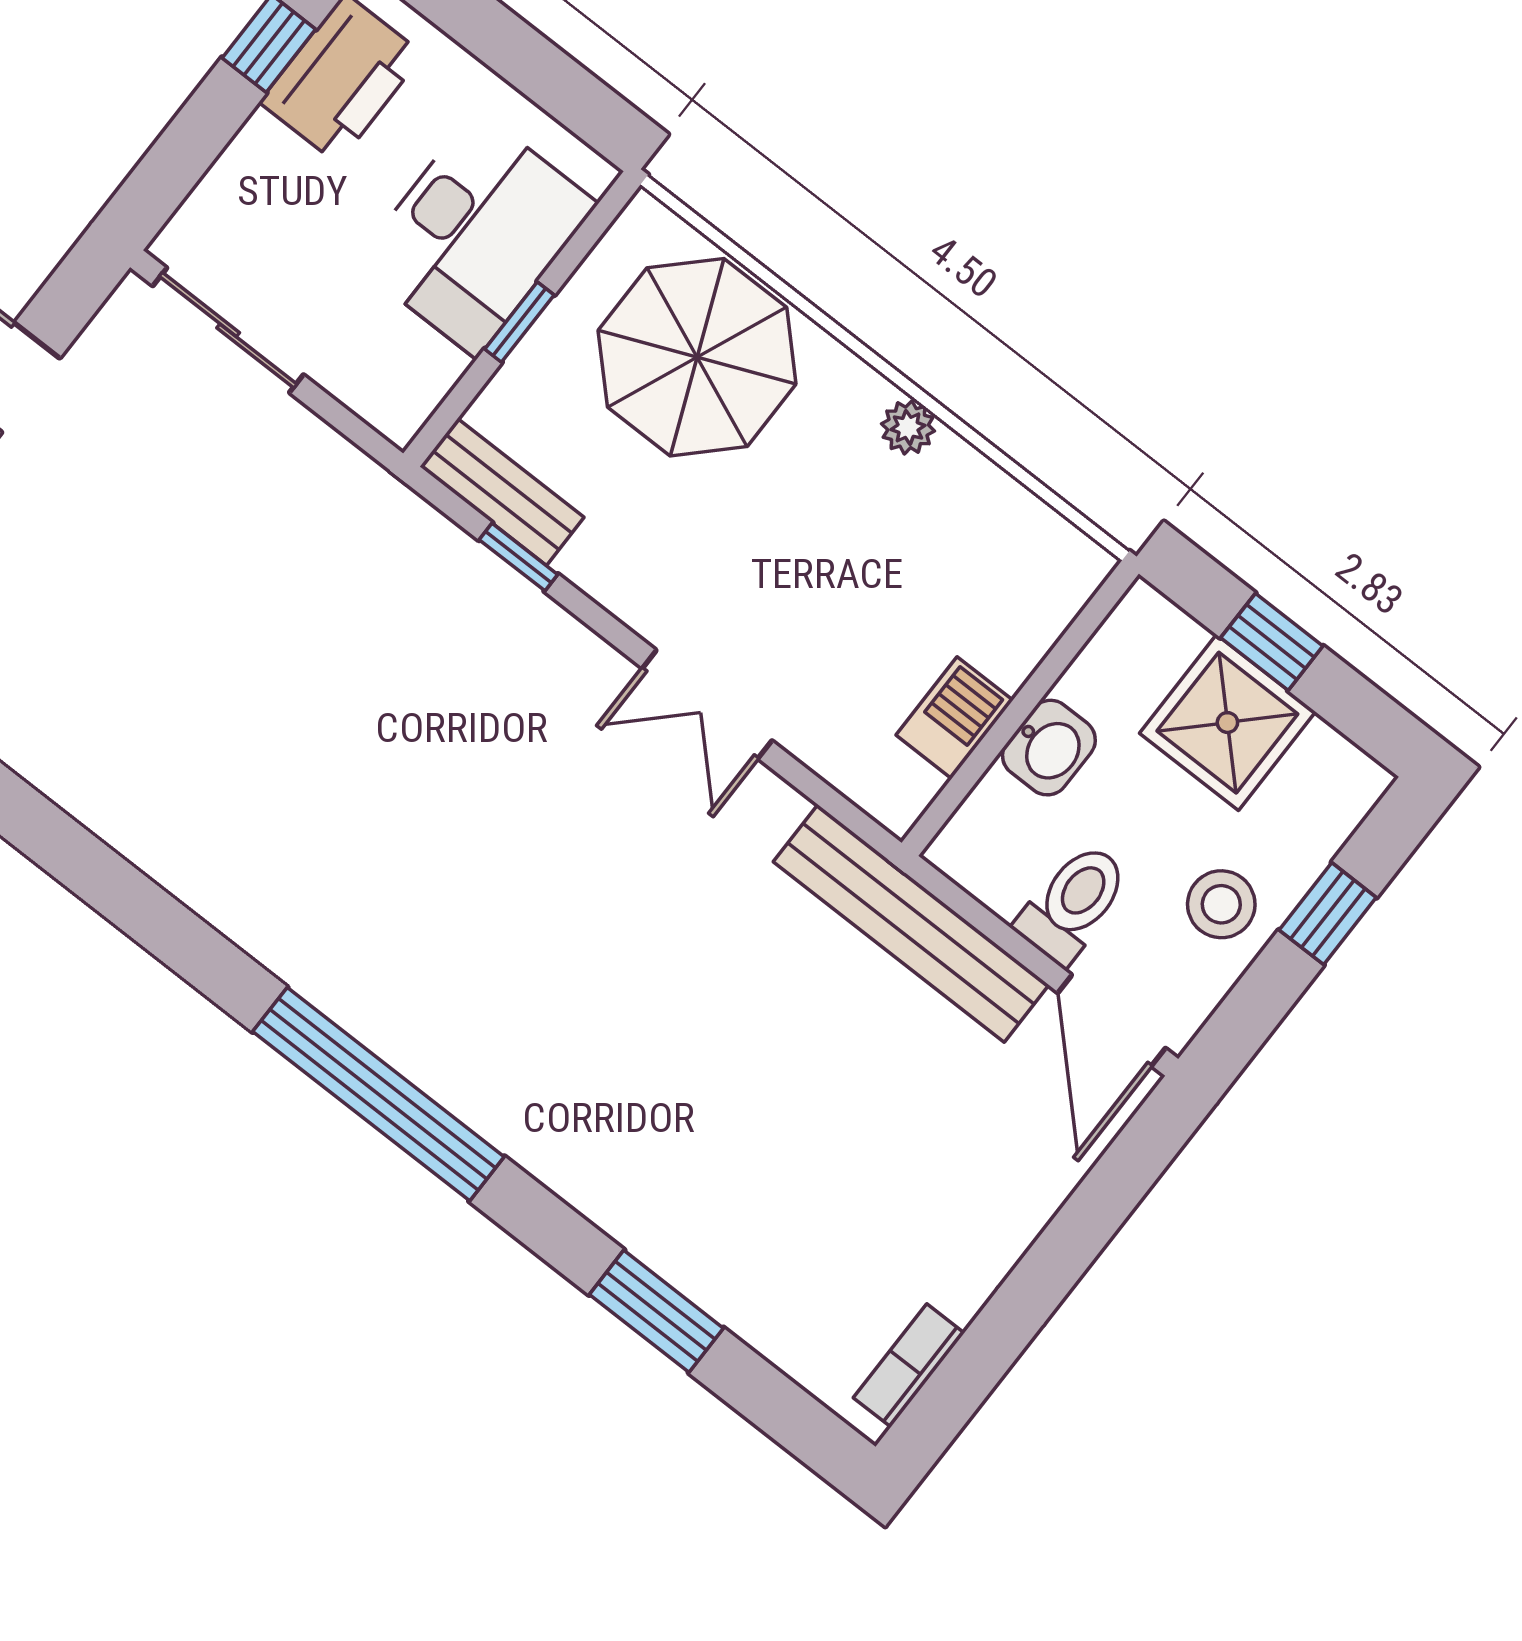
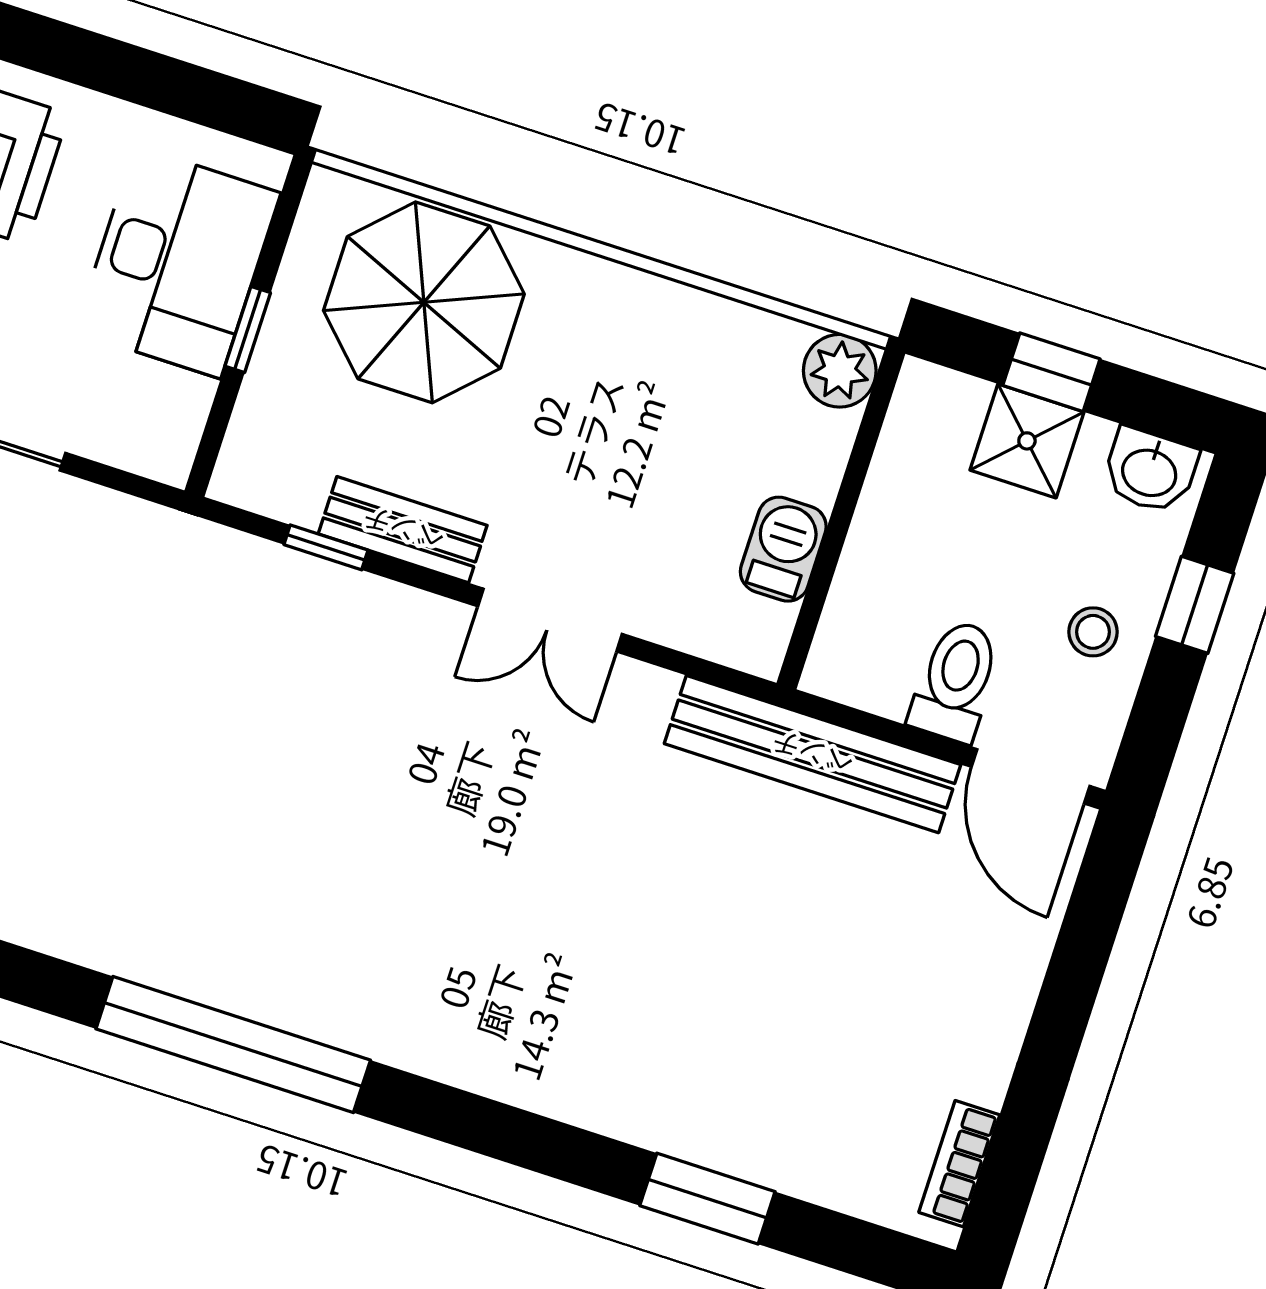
plant: (908, 427) -> (840, 371), moved, width x1.38, depth x1.38
bench: (502, 492) -> (403, 530), moved
shower: (1227, 723) -> (1027, 441), width x0.73, depth x0.73
washbasin: (1049, 748) -> (1150, 471), moved, turned 90
stool: (1221, 904) -> (1093, 632), width x0.73, depth x0.73
window: (378, 1094) -> (233, 1045), moved

